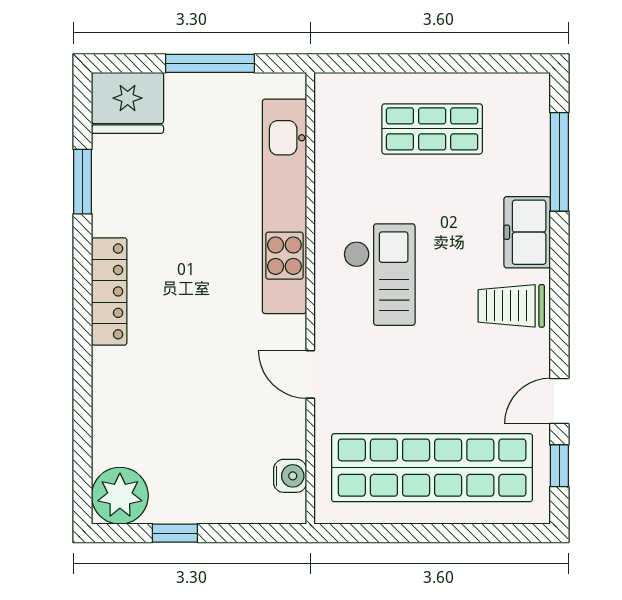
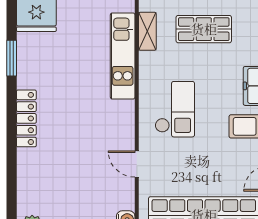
shelving: (330, 133) -> (147, 31), added
kitchen unit: (284, 206) -> (123, 56), width x0.73

